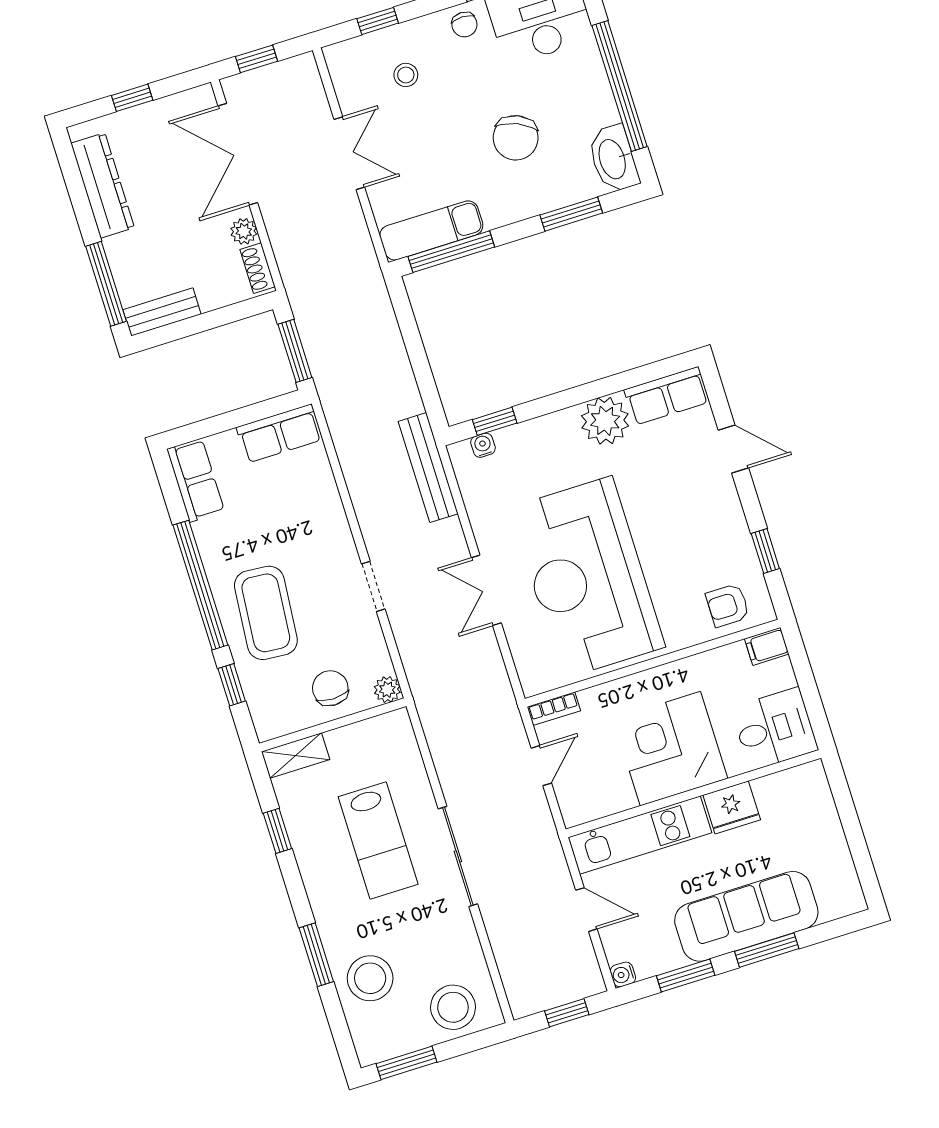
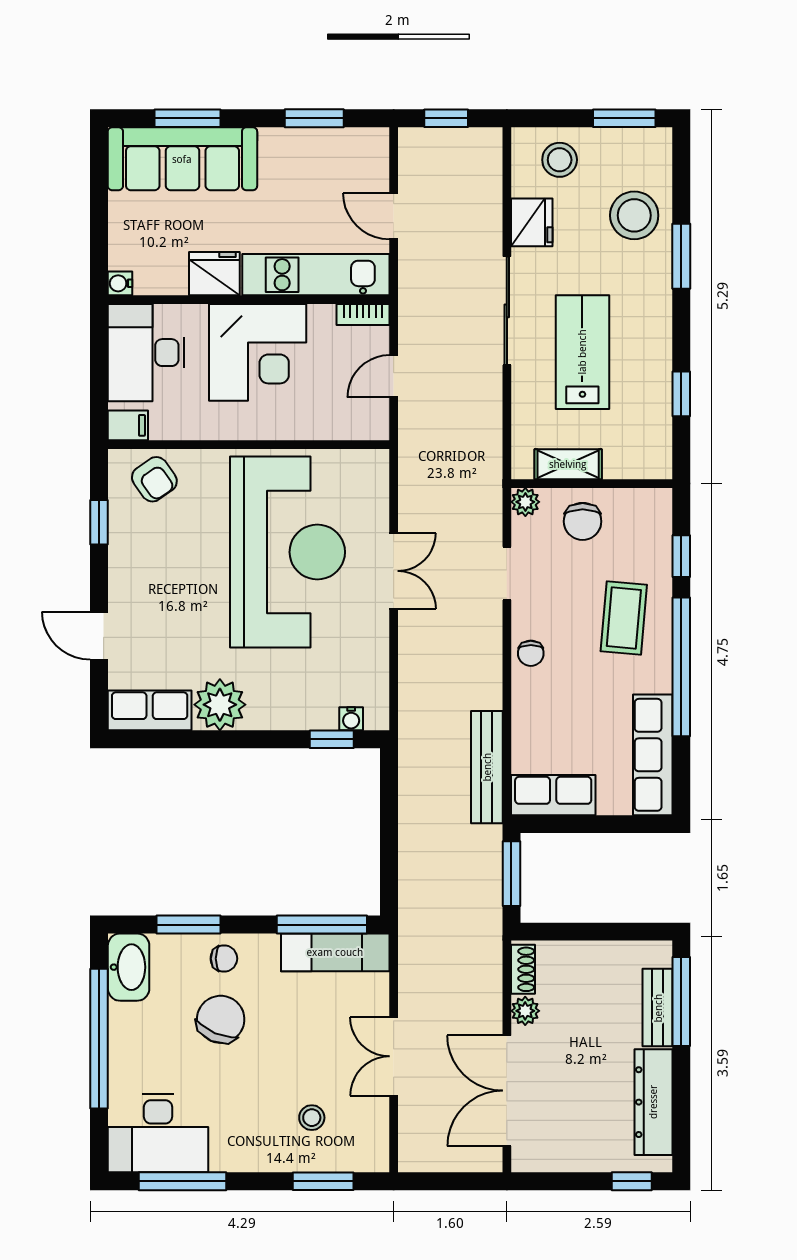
window: (378, 21) -> (323, 1181), width x1.50
chair: (464, 25) -> (224, 959), moved, turned 90
window: (256, 59) -> (458, 1181), removed
window: (132, 98) -> (632, 1181), moved
double door: (238, 154) -> (507, 1091), swing flipped
bench: (162, 312) -> (658, 1008), moved, turned 90
bench: (428, 468) -> (487, 767), moved
row of seats: (196, 480) -> (653, 755), width x1.48
chair: (340, 555) -> (531, 653), added
doorway: (373, 586) -> (507, 573), moved
armchair: (728, 605) -> (154, 479), turned 55
coffee table: (266, 613) -> (624, 618), width x0.73, depth x0.76
bookcase: (554, 709) -> (363, 314), moved, turned 180
desk: (774, 729) -> (146, 353), width x1.37
shelving: (296, 756) -> (568, 464), moved
sofa: (746, 916) -> (182, 159), moved
fridge: (460, 943) -> (532, 222), added
window: (767, 950) -> (188, 118), moved
water cooler: (623, 974) -> (120, 283), moved, turned 180
stool: (453, 1007) -> (560, 160), width x0.73, depth x0.73

